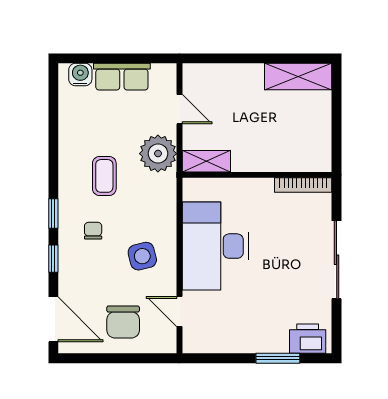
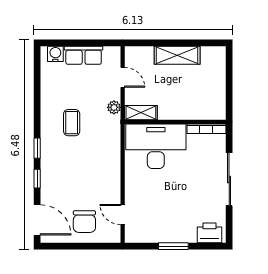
shelving: (298, 77) -> (177, 55), moved
plant: (158, 154) -> (114, 107), width x0.53, depth x0.53
chair: (93, 231) -> (64, 160), removed
desk: (215, 246) -> (156, 146), moved, turned 90
side table: (142, 256) -> (97, 177), removed
window: (278, 358) -> (173, 246), moved

